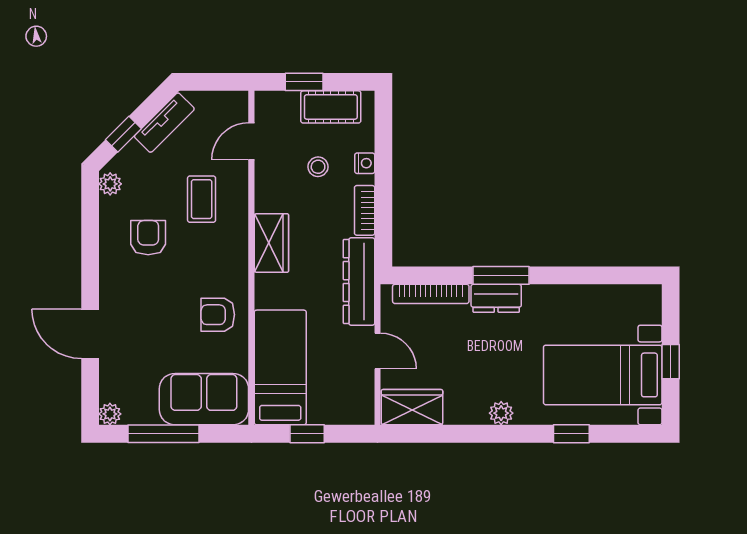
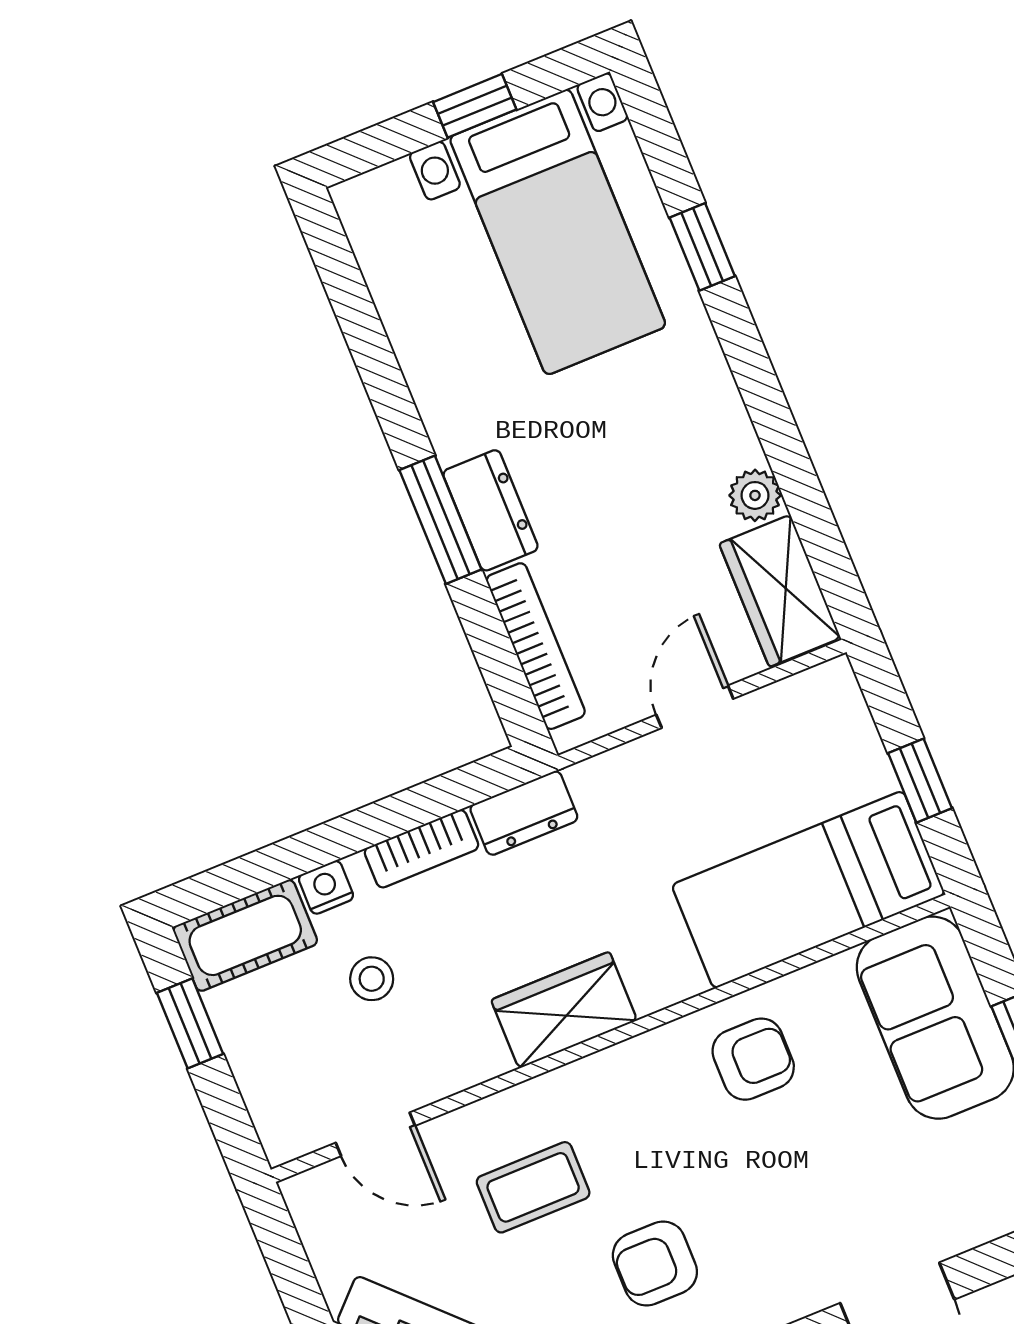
window: (304, 82) -> (190, 1023), moved
cot: (331, 107) -> (245, 935), moved, turned 90
dresser: (359, 282) -> (524, 813), width x0.51, depth x0.80
armchair: (218, 315) -> (753, 1059), turned -90
plant: (501, 413) -> (755, 495), moved

